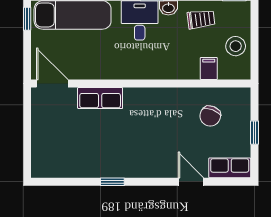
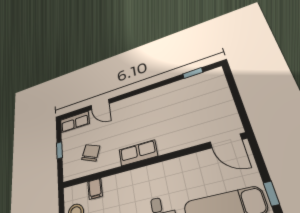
row of seats: (100, 98) -> (138, 153), moved
window: (112, 182) -> (193, 73), moved

